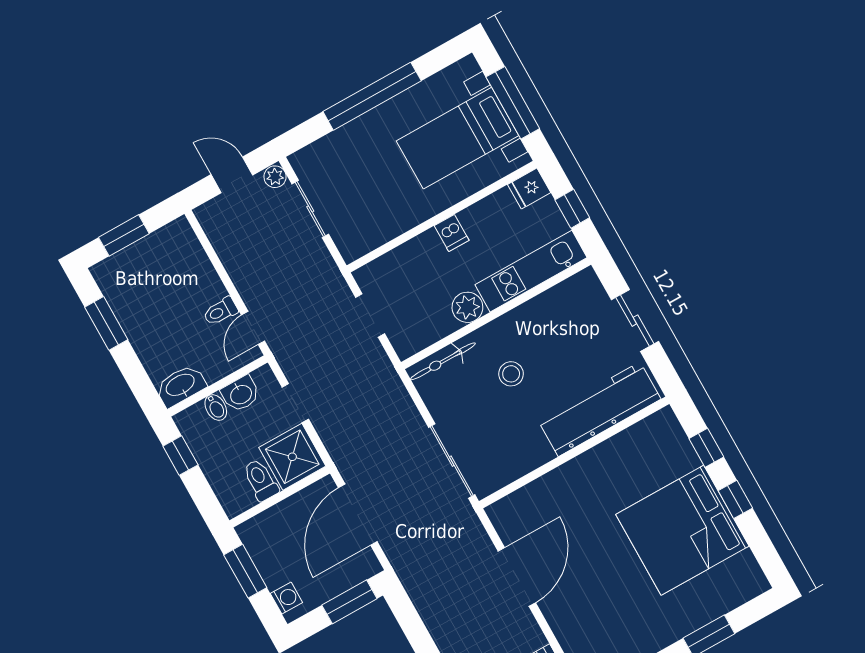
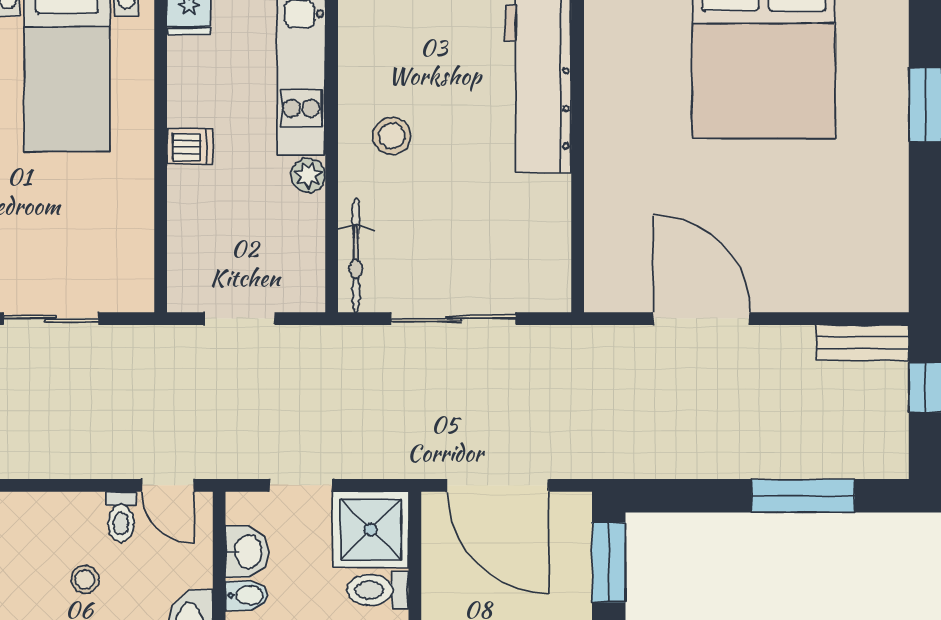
plant: (467, 307) -> (308, 175), width x0.73, depth x0.73
stool: (174, 311) -> (85, 579), added
stool: (511, 374) -> (392, 136), moved
sliding door: (452, 461) -> (454, 319), moved

